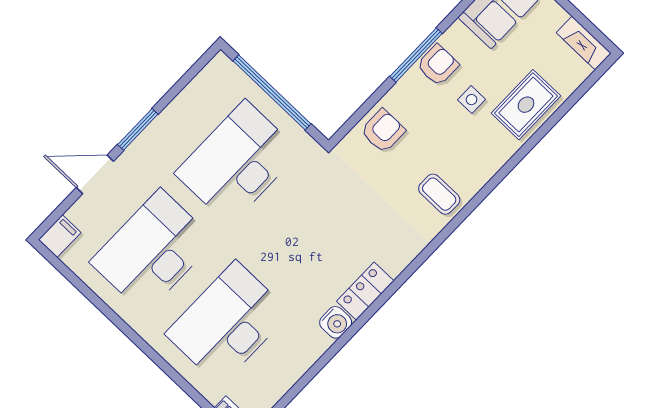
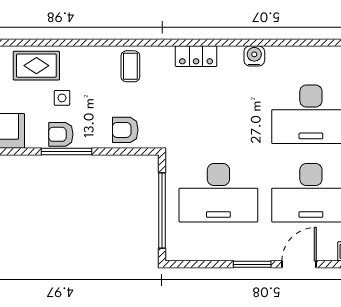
door: (95, 174) -> (299, 264), swing flipped
locker: (365, 291) -> (196, 56), moved

